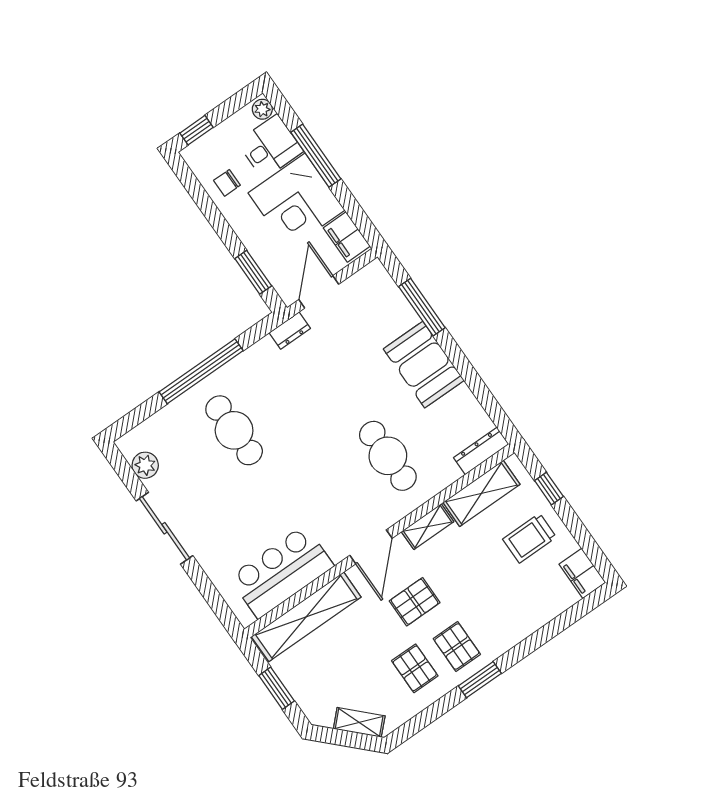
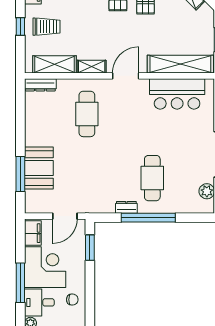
dresser: (290, 331) -> (126, 207), moved
booth: (424, 365) -> (39, 168), moved
window: (549, 489) -> (20, 26), moved
pallet: (415, 602) -> (123, 35), removed

